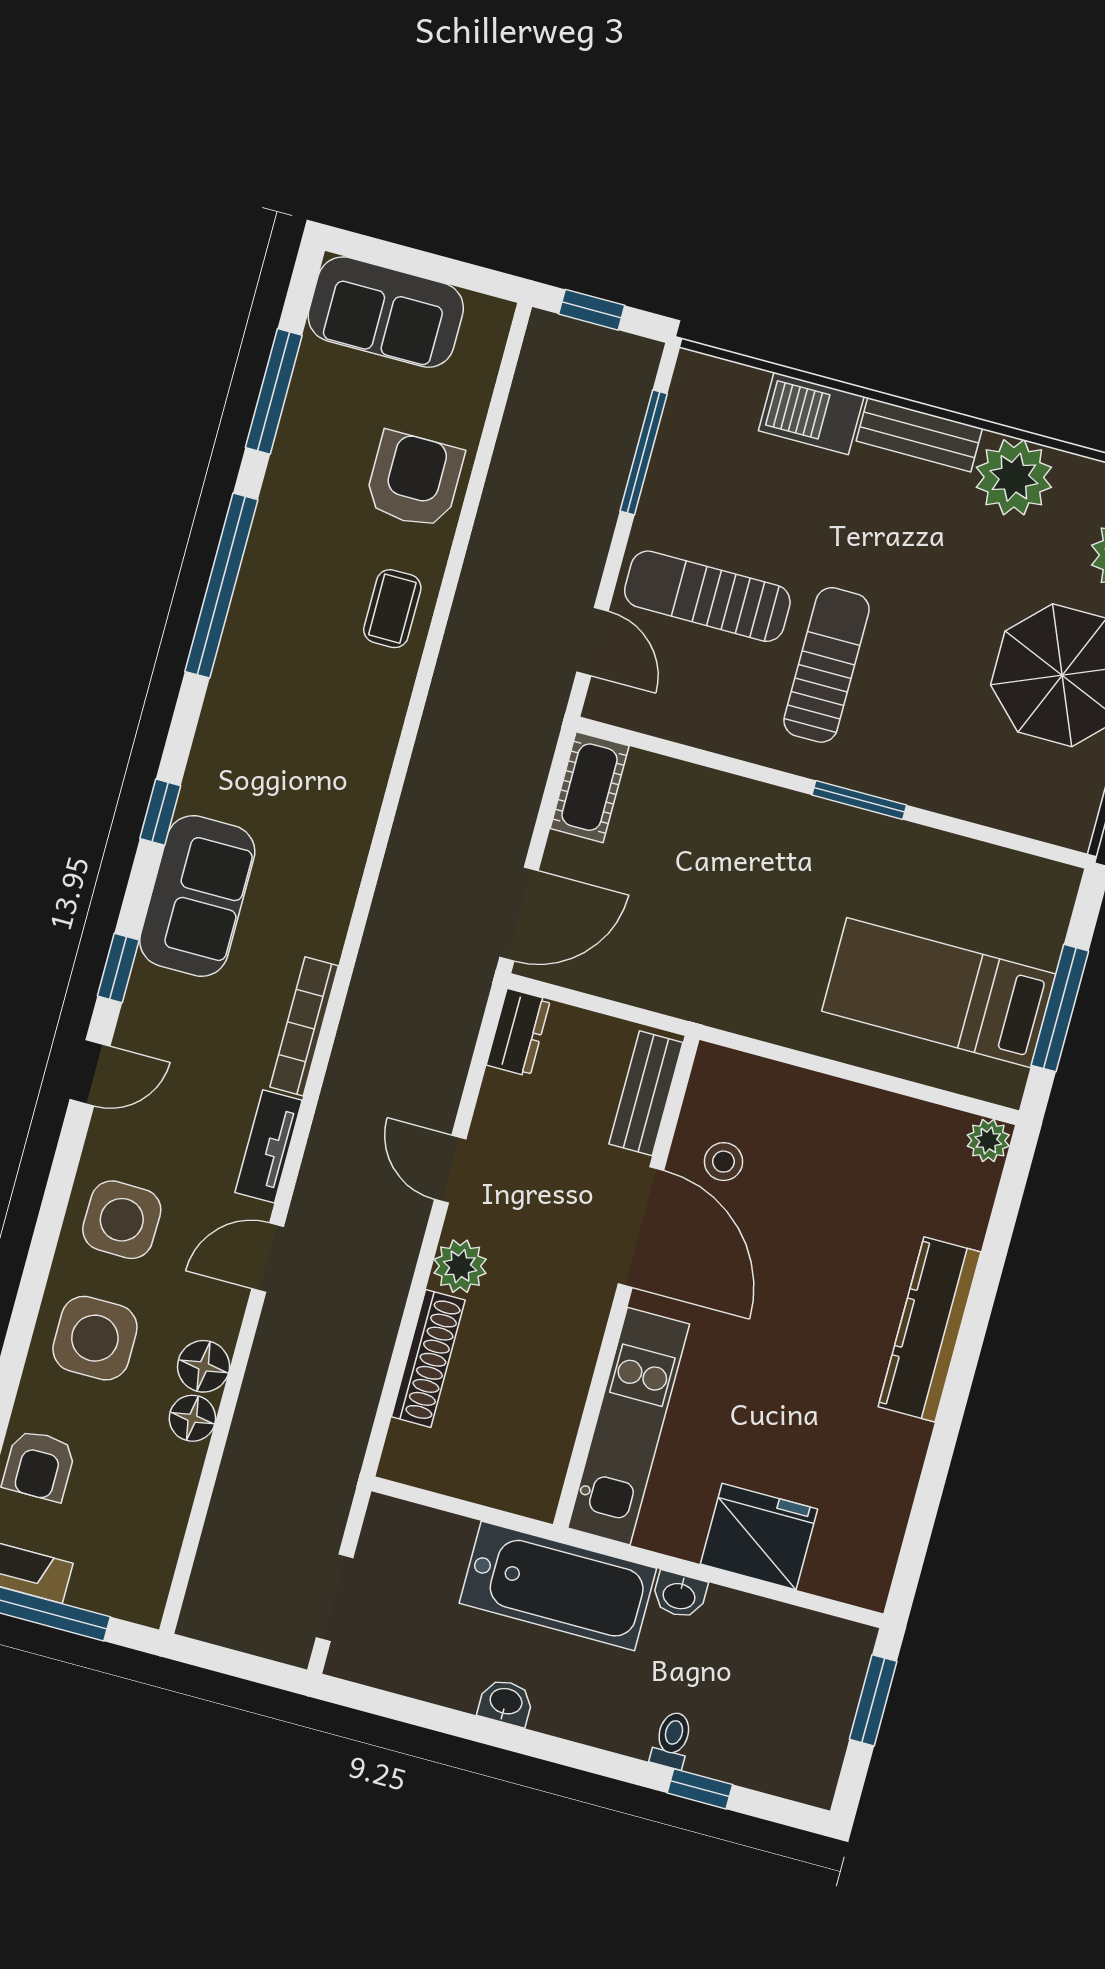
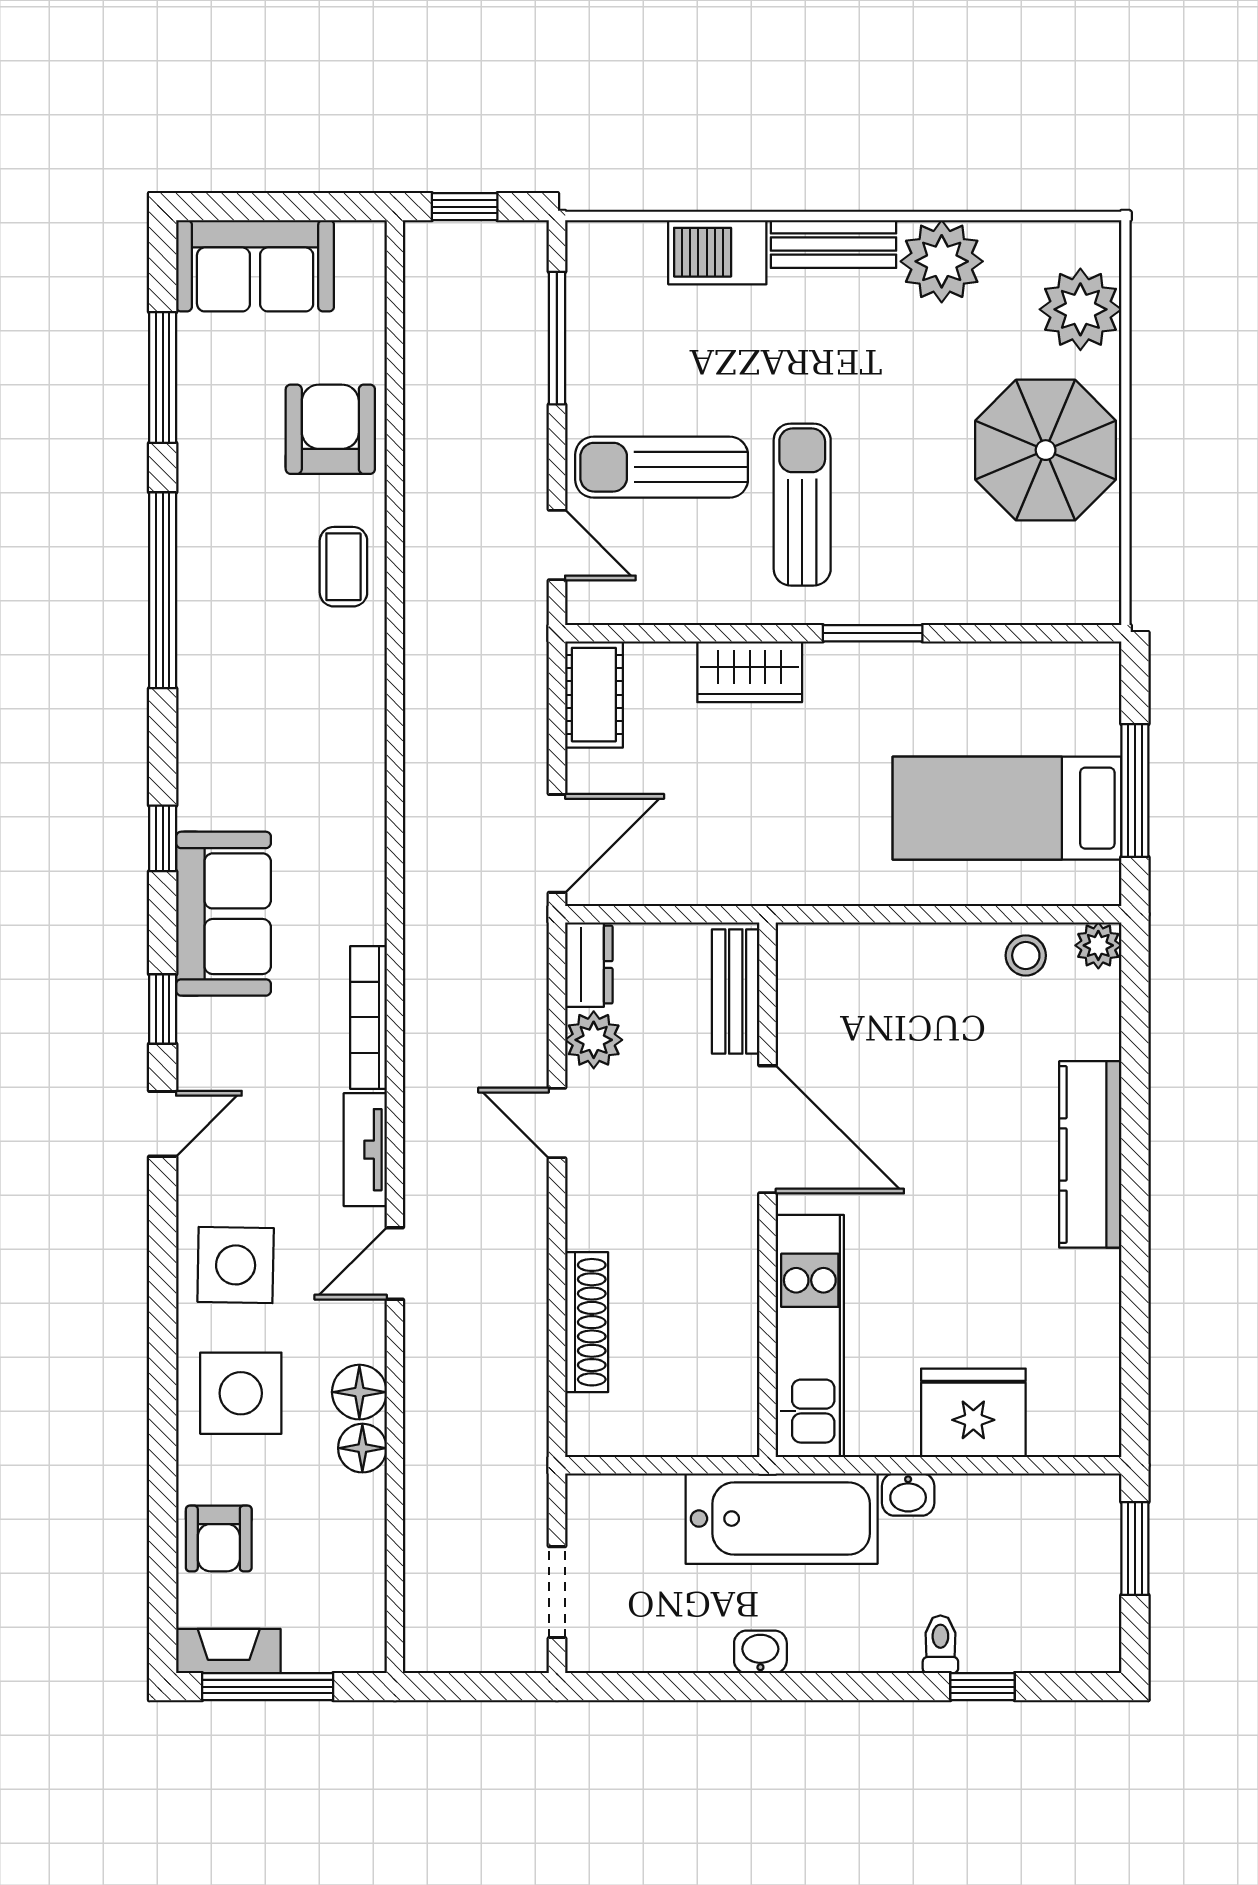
wardrobe: (737, 805) -> (750, 672), added
stool: (723, 1162) -> (1026, 955), moved
plant: (460, 1266) -> (594, 1040), moved

